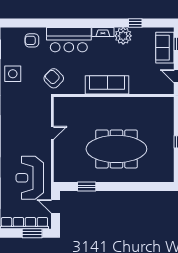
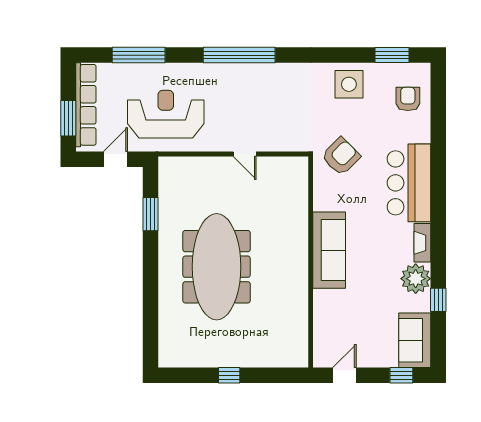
armchair: (32, 40) -> (408, 99), moved
sofa: (165, 48) -> (415, 340), moved, turned -90

